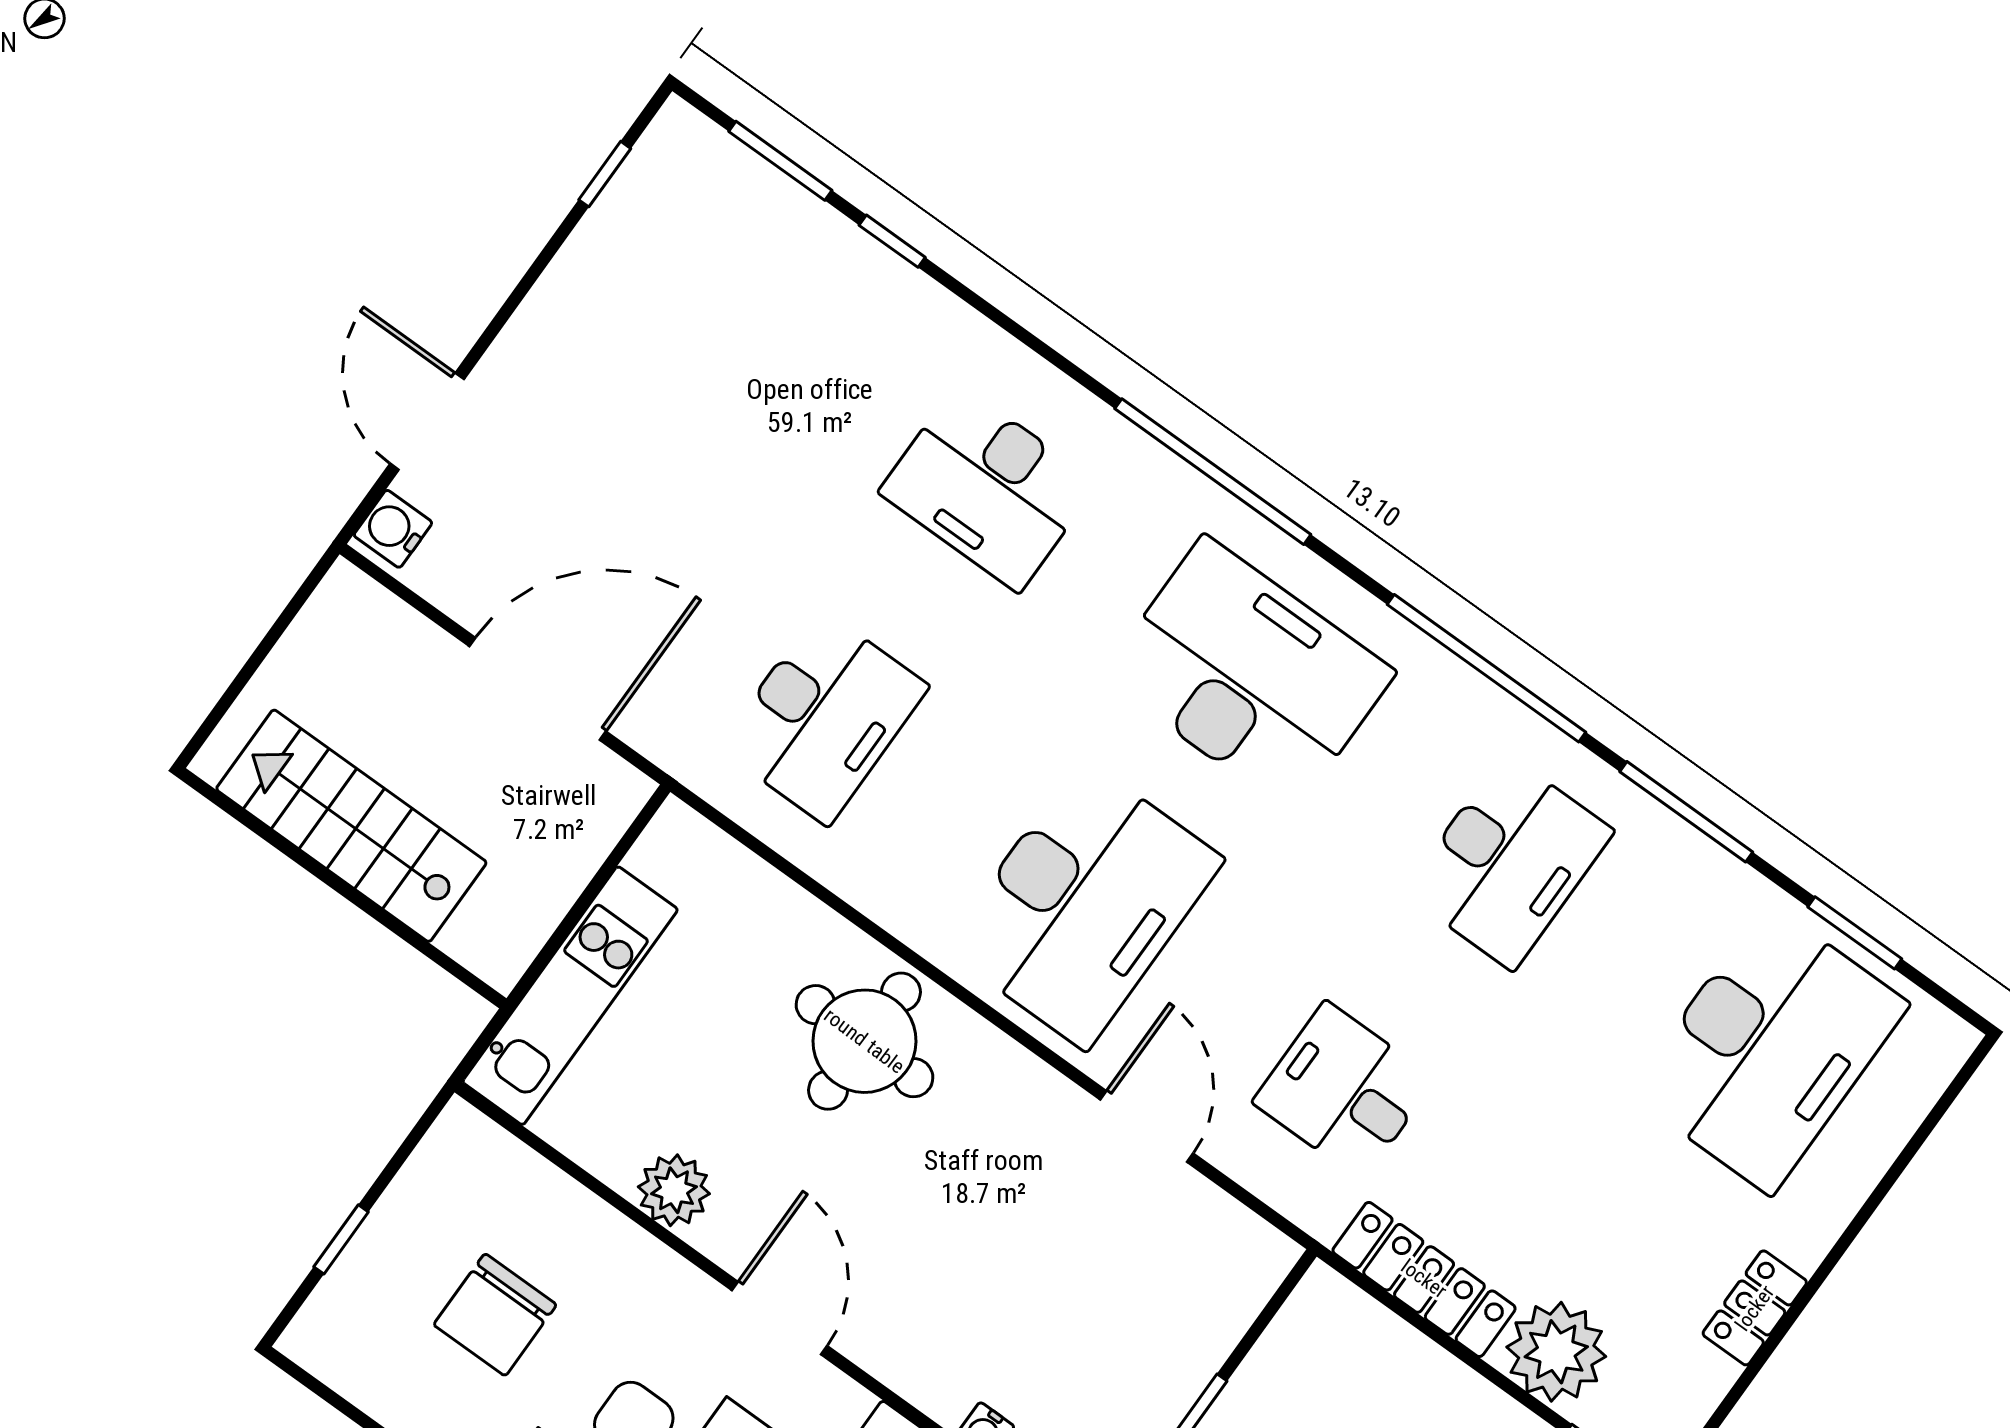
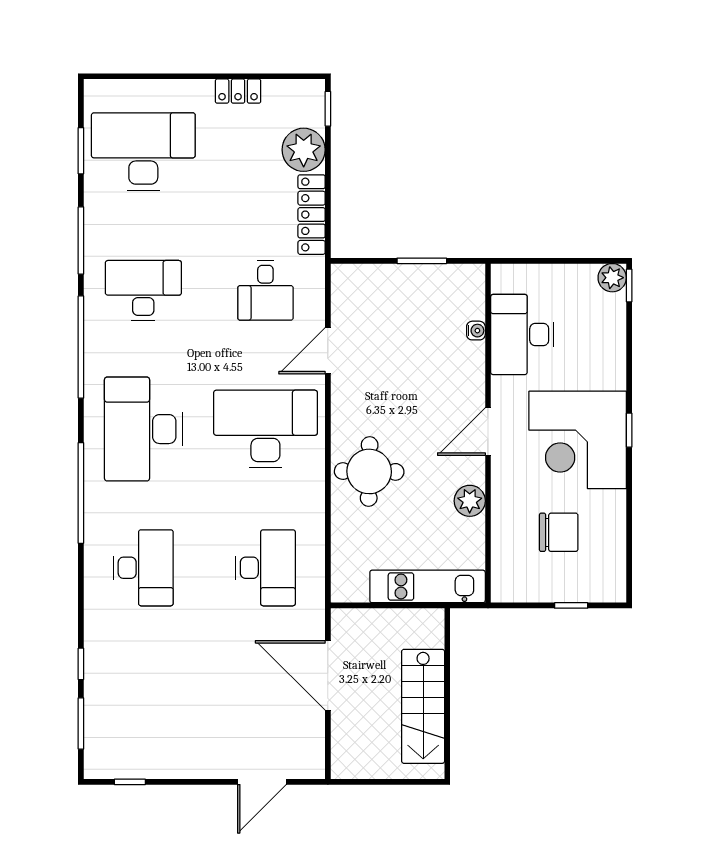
water cooler: (393, 529) -> (308, 767), removed
desk: (824, 717) -> (265, 568), turned 90

